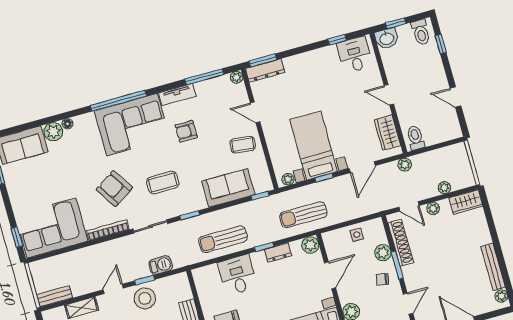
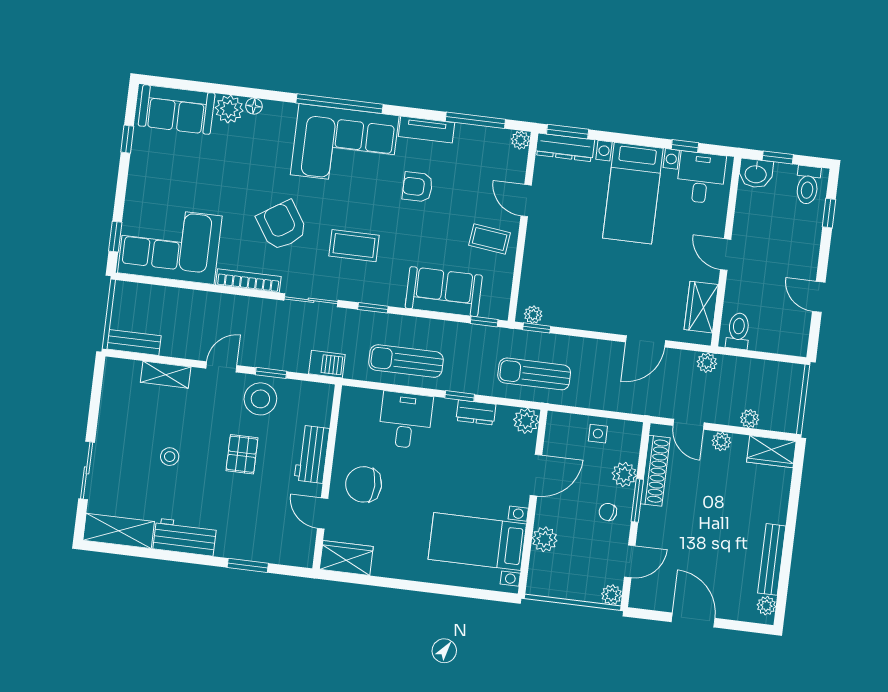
bed with nightstands: (314, 146) -> (633, 193), moved, turned 180
window: (324, 178) -> (537, 328), moved
barbecue: (161, 265) -> (327, 364), moved

